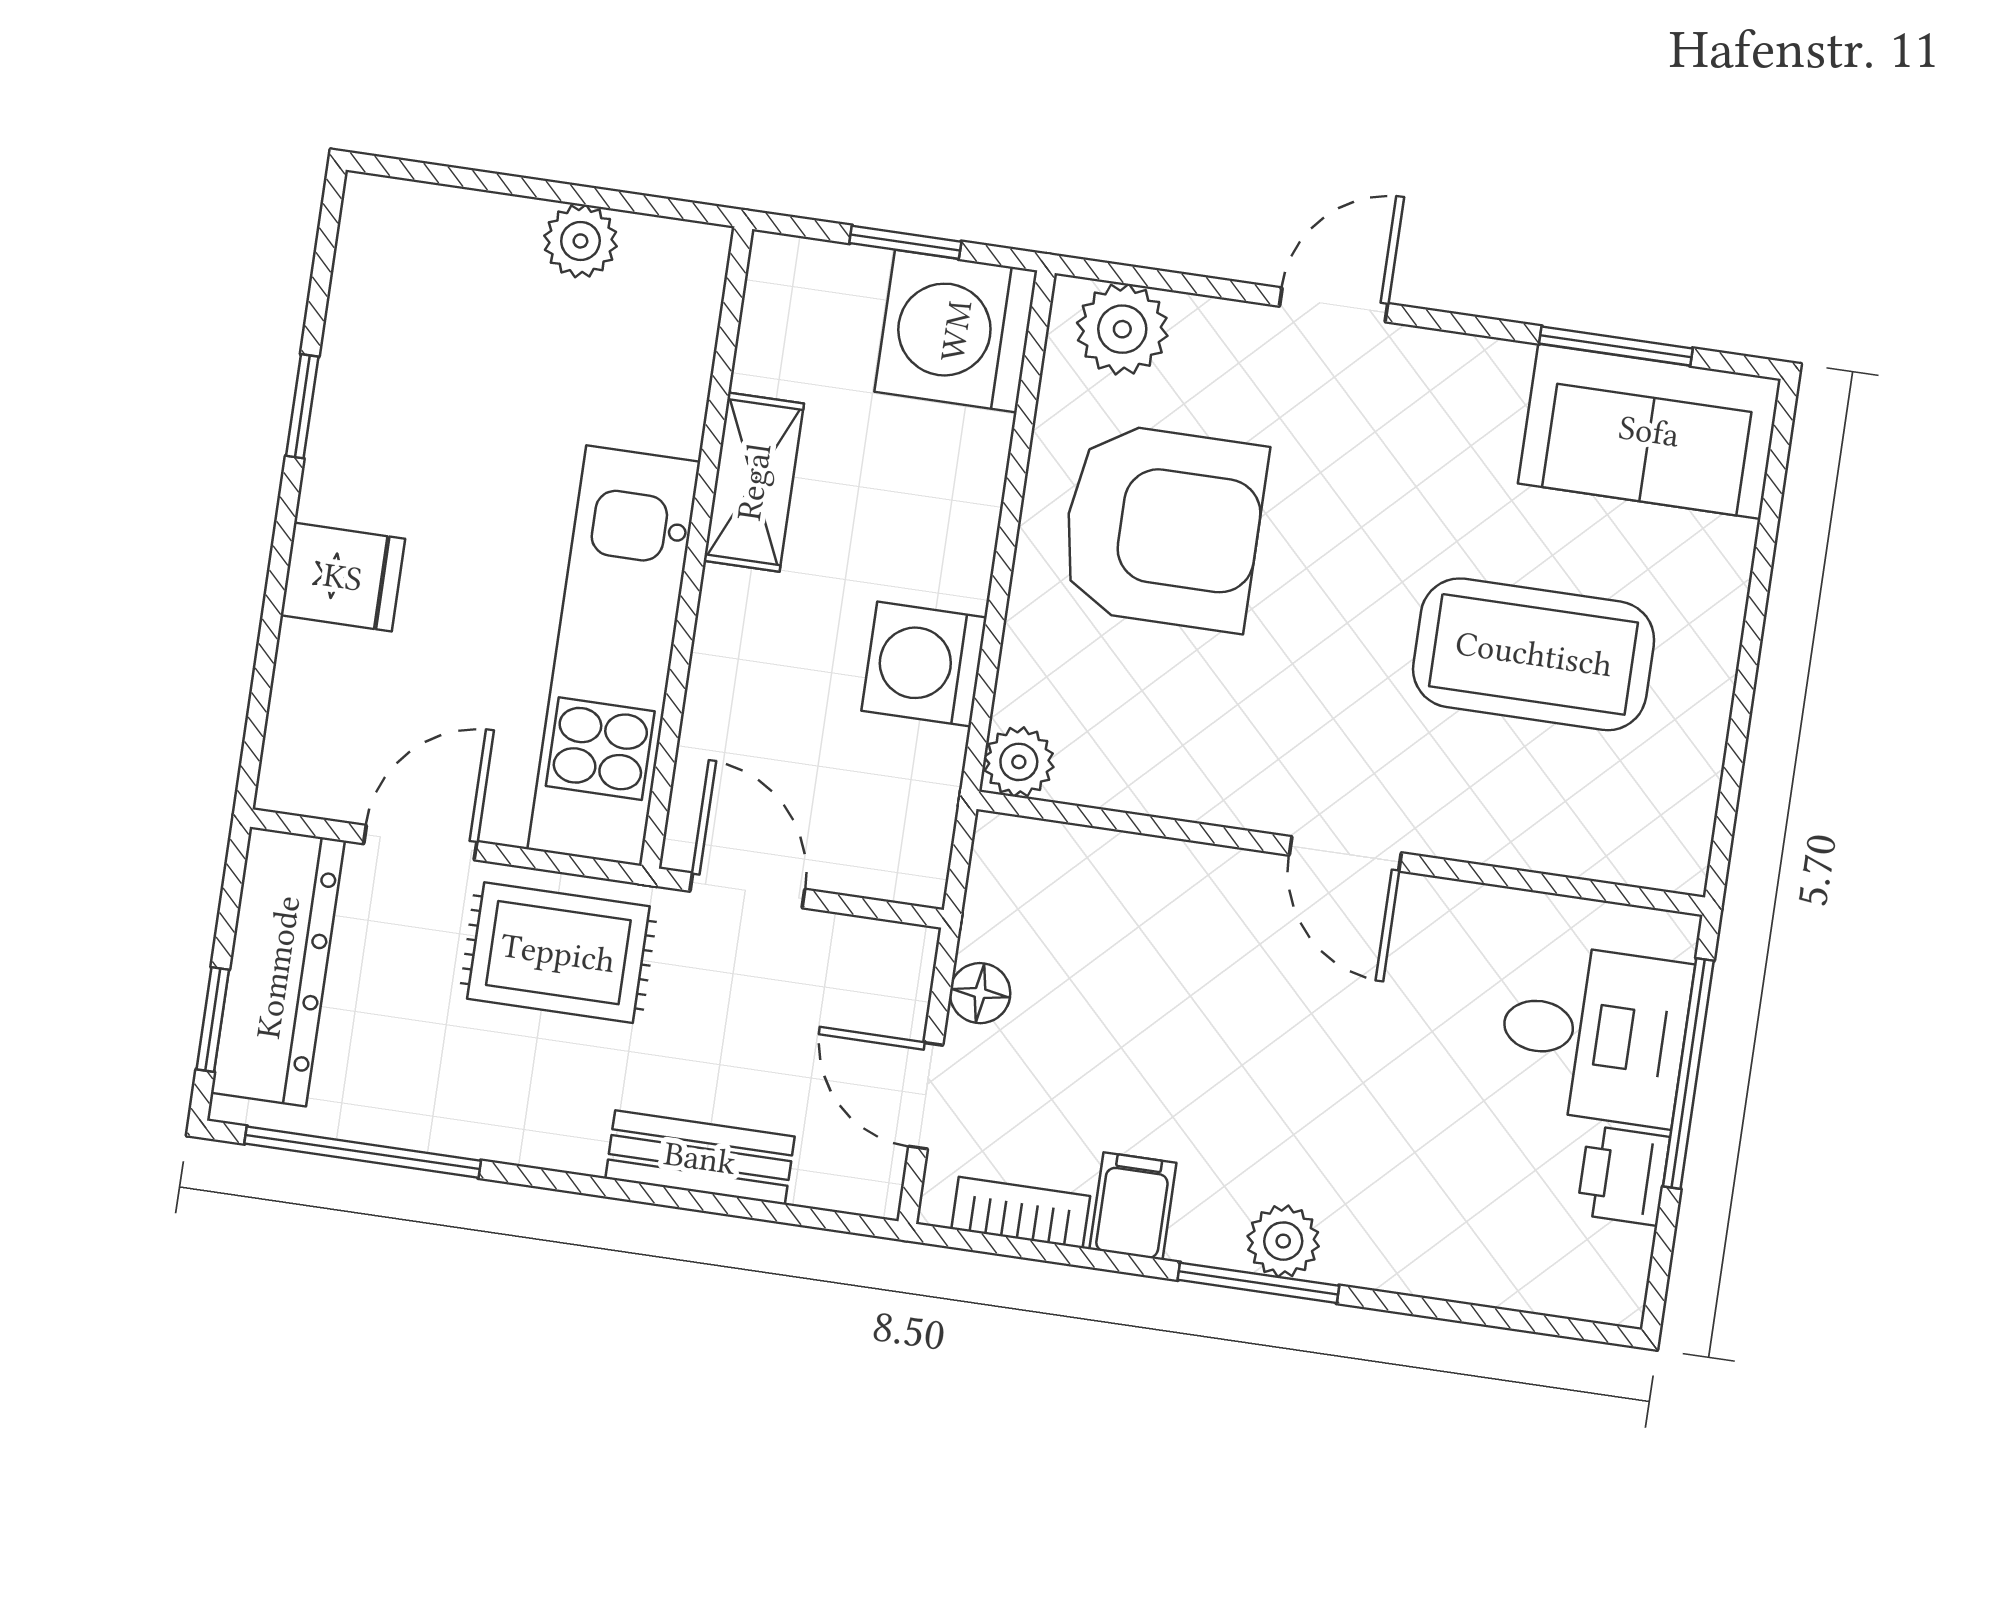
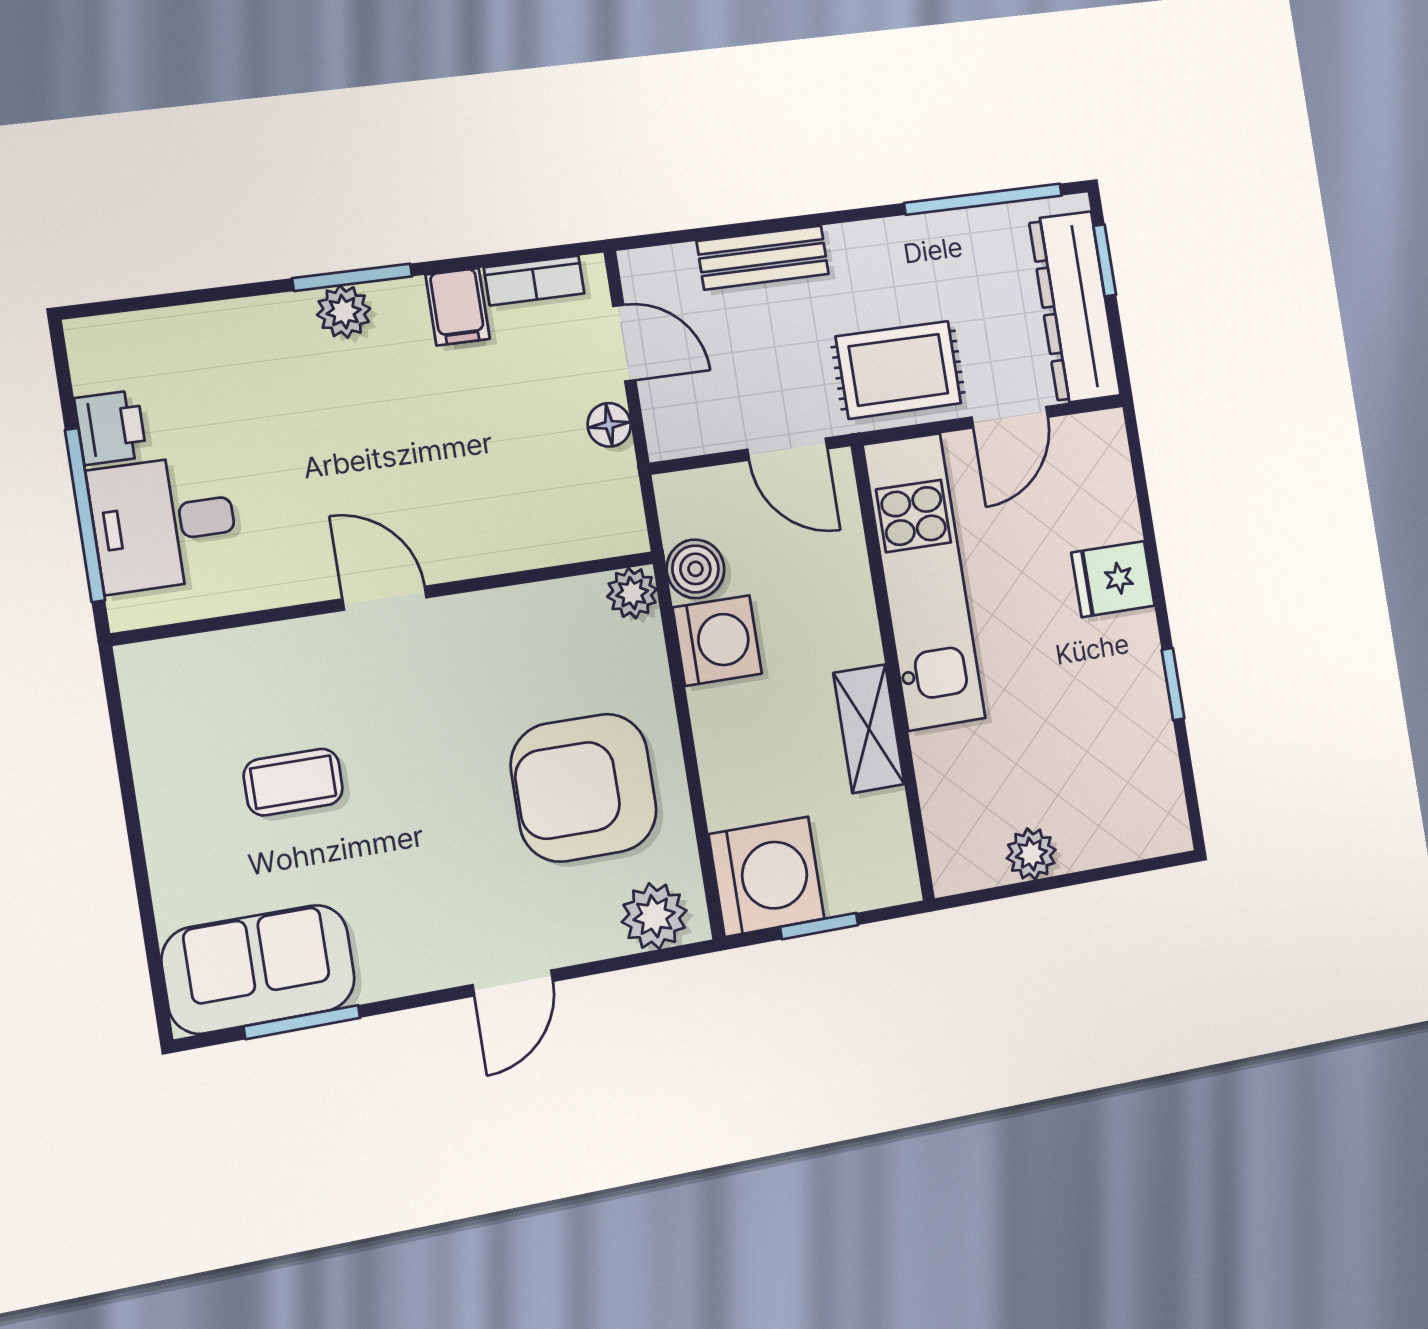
coffee table: (1534, 654) -> (293, 782), width x0.54, depth x0.58
boiler: (924, 768) -> (695, 569), added

